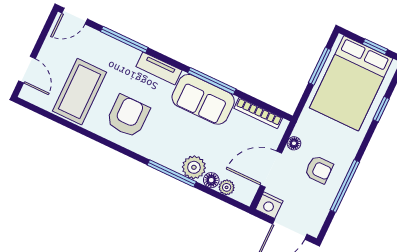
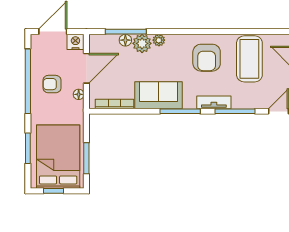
tv unit: (159, 68) -> (214, 102), moved
window: (212, 81) -> (180, 111), moved
window: (381, 109) -> (28, 148), width x1.50
window: (172, 173) -> (126, 32), moved
window: (345, 186) -> (28, 81), width x1.46
plant: (227, 187) -> (159, 40), moved

